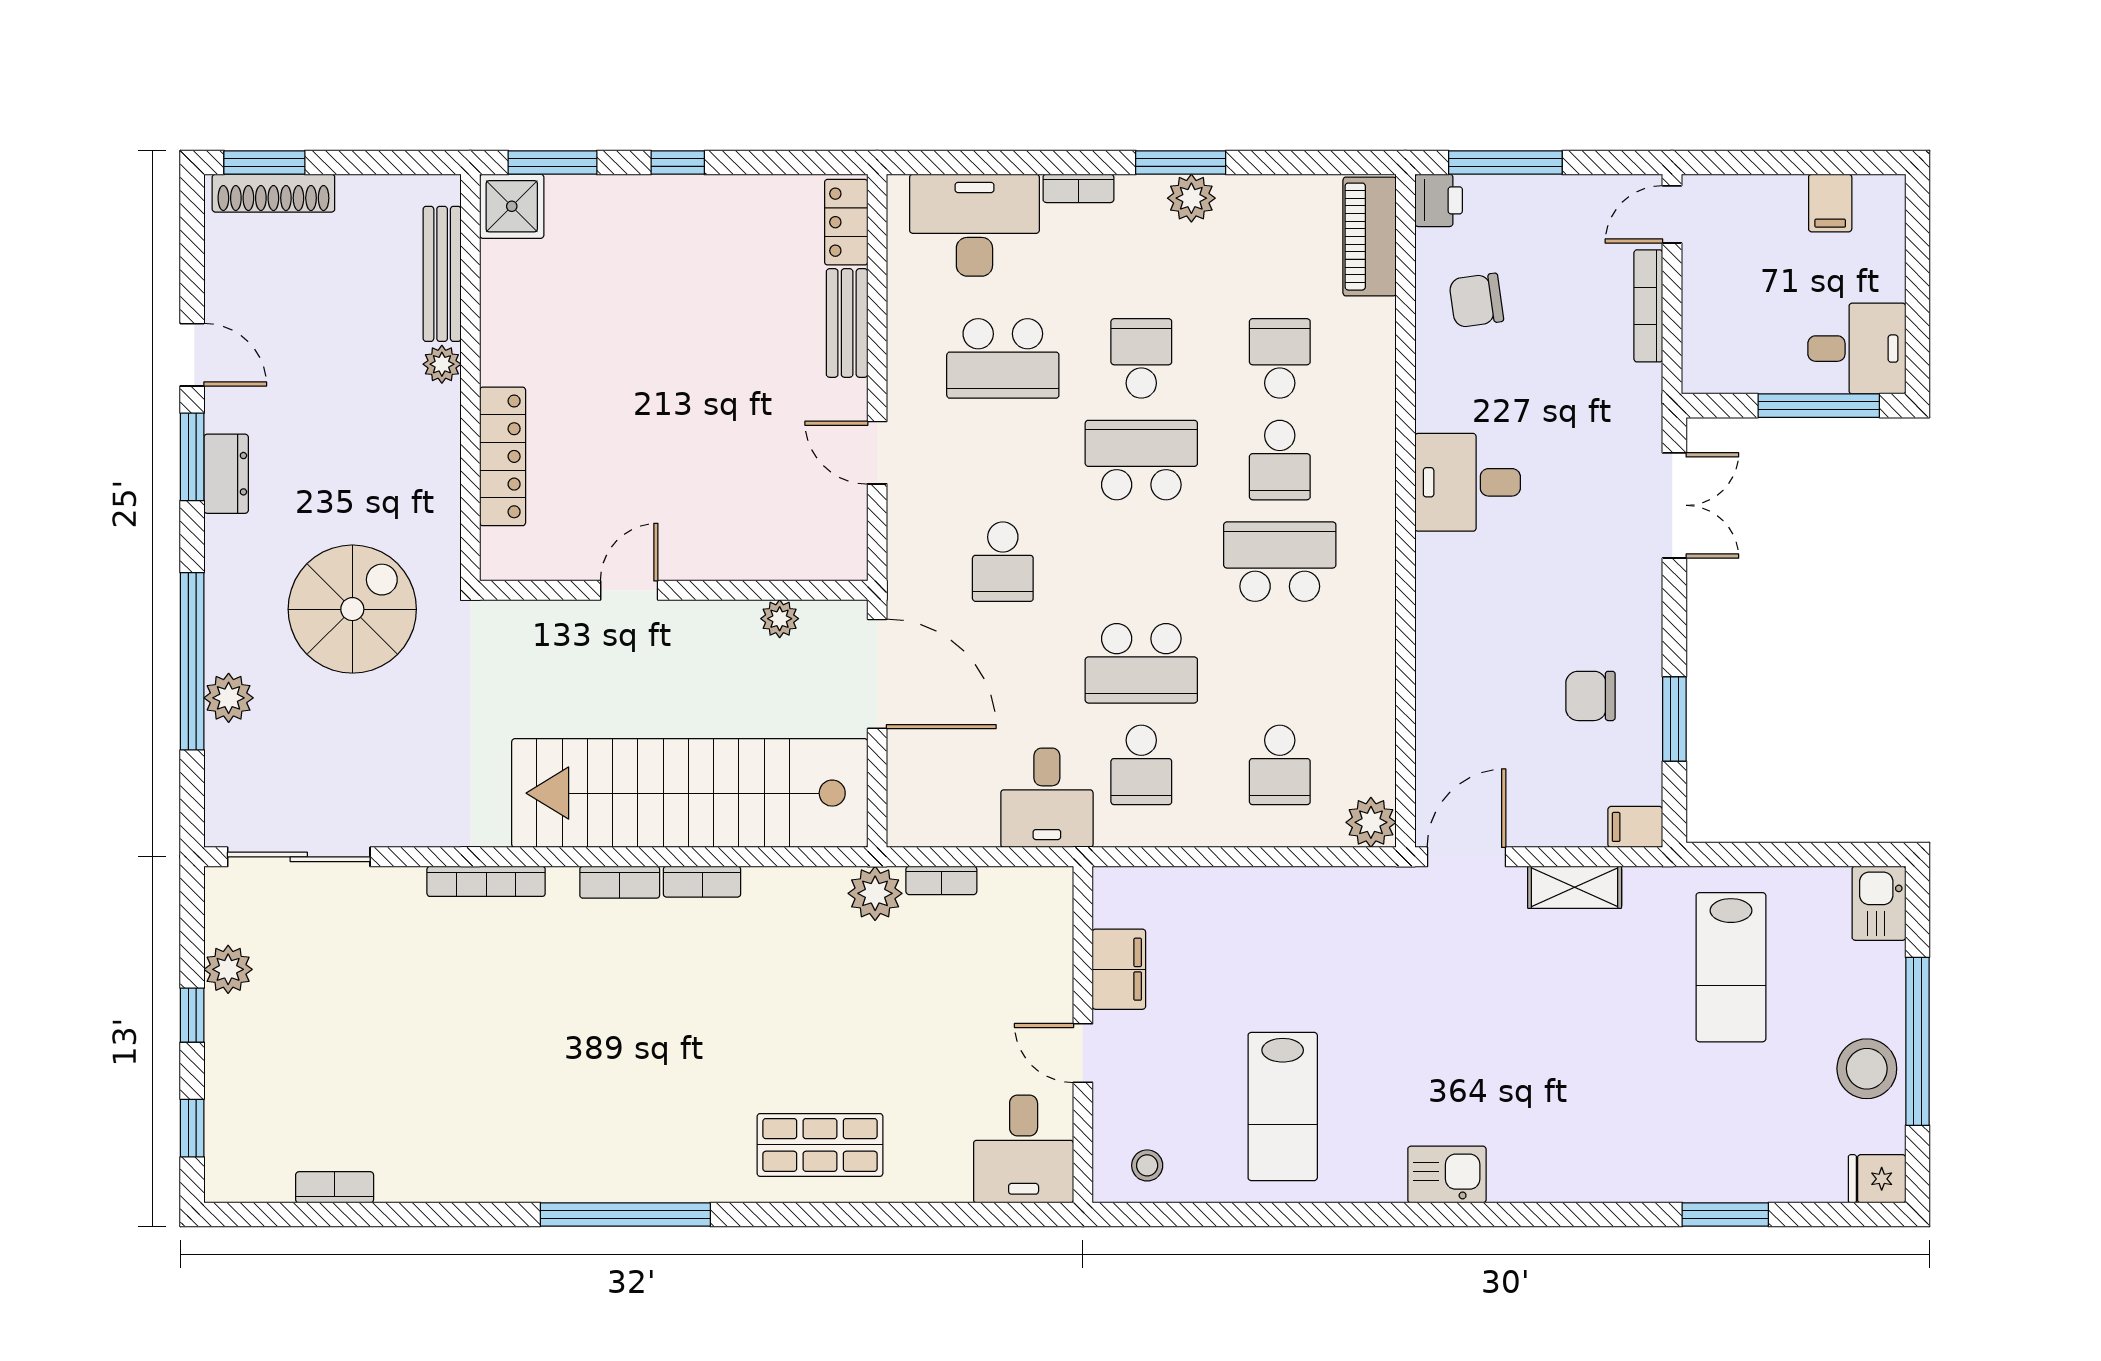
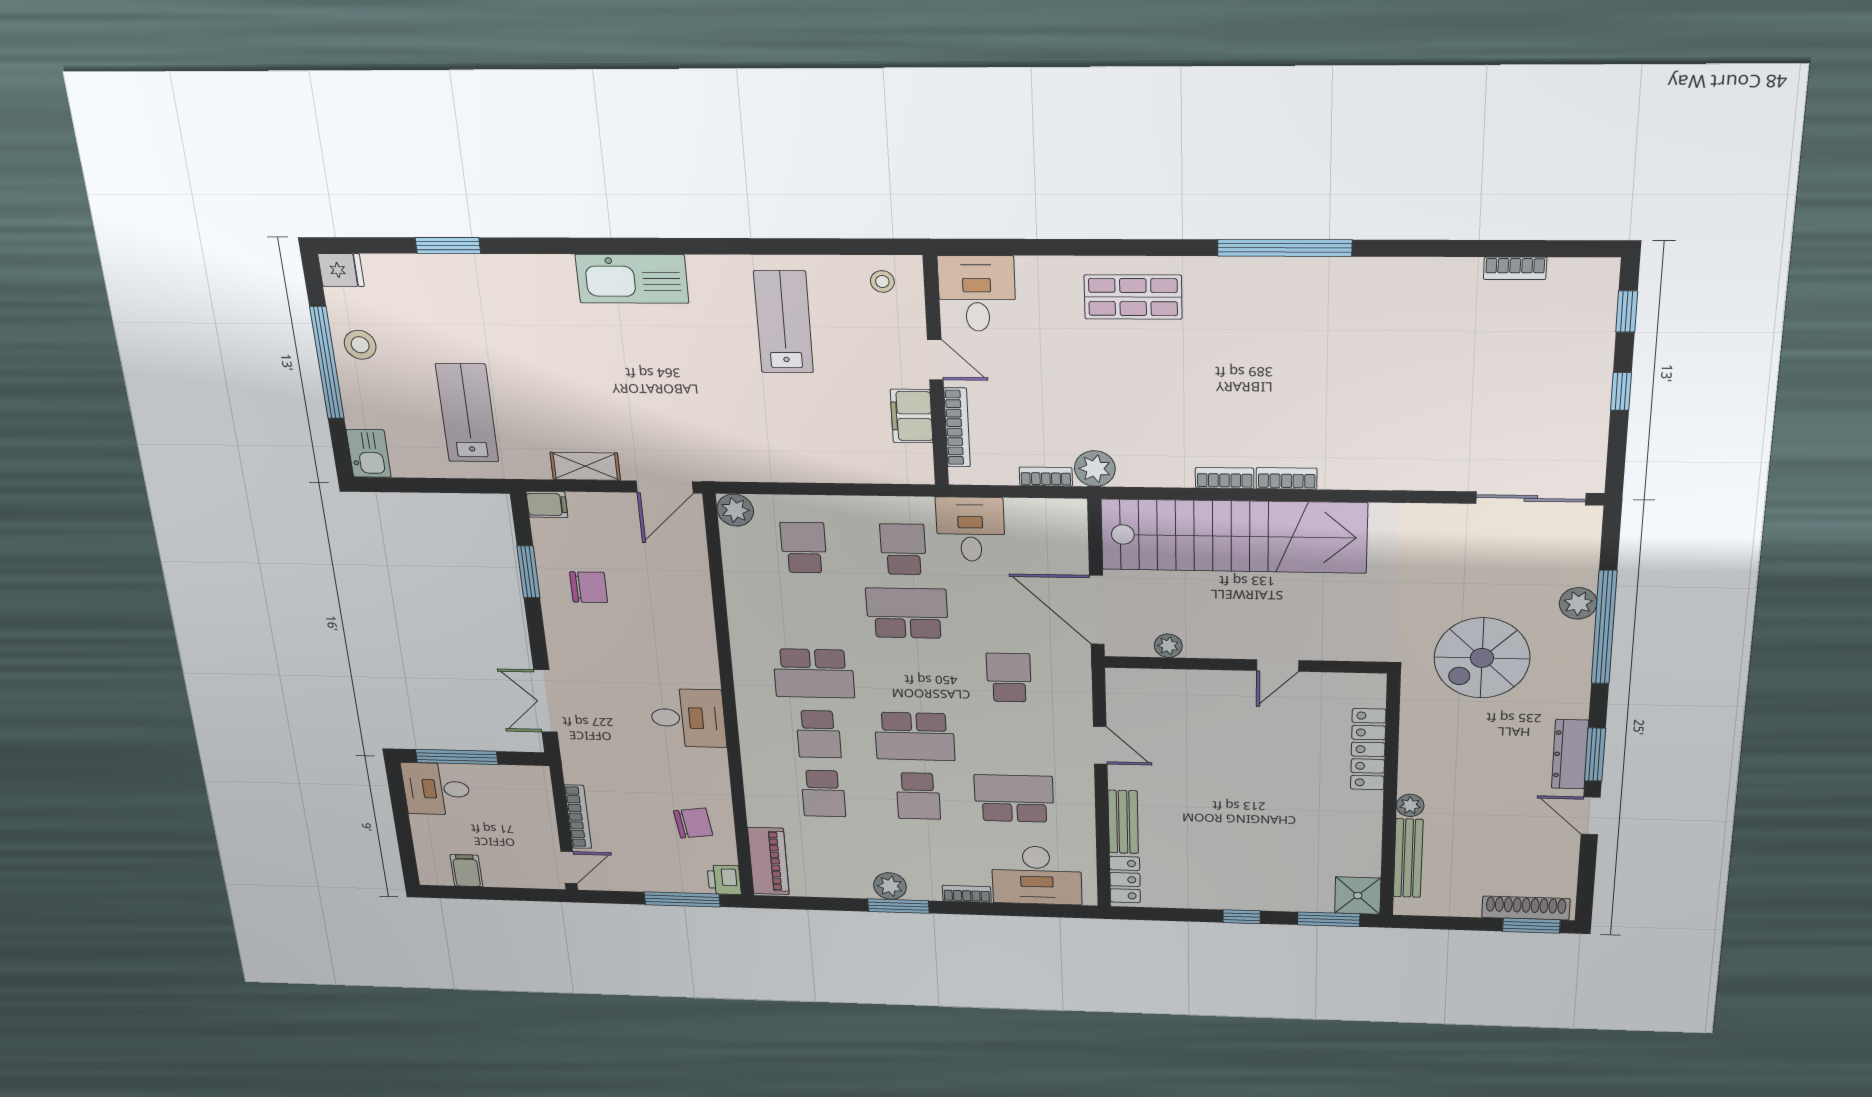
school desk: (1280, 460) -> (818, 734), turned 180
dresser: (226, 474) -> (1570, 754), width x1.44
bookcase: (486, 881) -> (957, 427), moved, turned 90
plant: (228, 969) -> (1590, 423), removed
stool: (1867, 1069) -> (360, 345), width x0.73, depth x0.73
kitchen sink: (1447, 1174) -> (632, 279), width x1.87, depth x1.24

